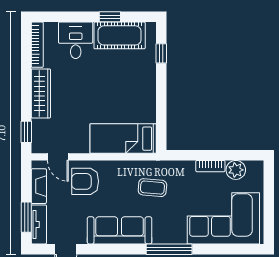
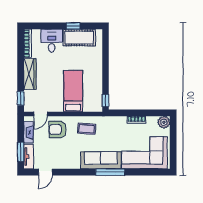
window: (161, 53) -> (105, 100), moved
bed: (123, 139) -> (73, 91), moved, turned 90
door: (58, 157) -> (40, 114), hinge flipped
plant: (236, 170) -> (164, 122), moved
coffee table: (152, 188) -> (87, 129), moved
sofa: (120, 230) -> (101, 160), moved

